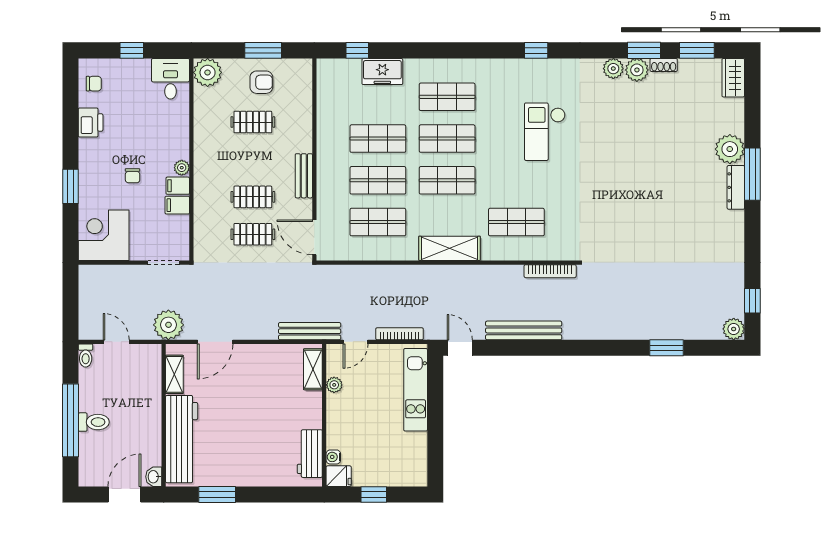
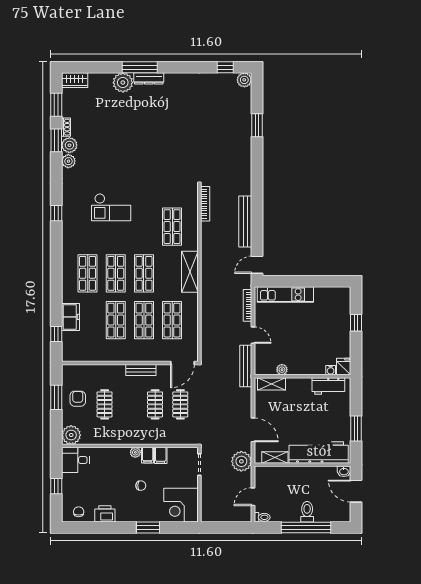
shelving: (313, 369) -> (271, 384), moved
plant: (334, 385) -> (282, 370), moved
wall: (324, 415) -> (302, 376), moved
workbench: (310, 454) -> (328, 386), moved
water cooler: (333, 457) -> (331, 370), moved
fridge: (339, 476) -> (344, 367), moved

